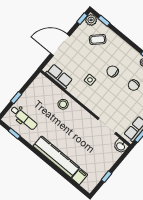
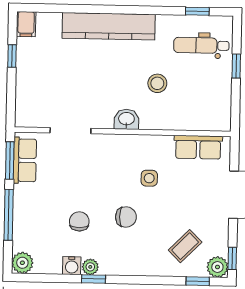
stool: (63, 104) -> (157, 83), moved
washbasin: (121, 146) -> (126, 119), moved
filing cabinet: (80, 177) -> (26, 24), moved

